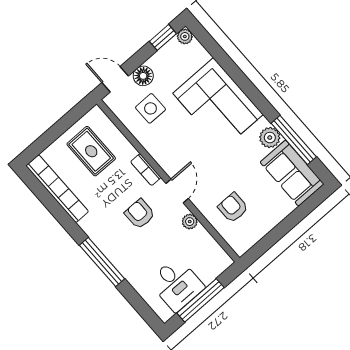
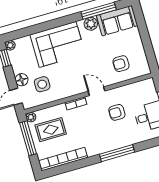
window: (64, 124) -> (28, 138), added
armchair: (140, 214) -> (117, 112), moved
plant: (190, 222) -> (31, 117), moved

